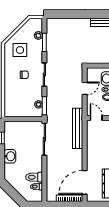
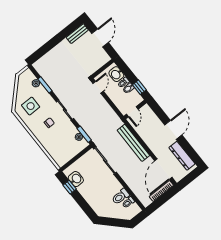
door: (85, 88) -> (98, 87), moved
door: (96, 118) -> (132, 112), swing flipped
bench: (78, 128) -> (133, 143), moved
washbasin: (10, 156) -> (76, 179), moved

